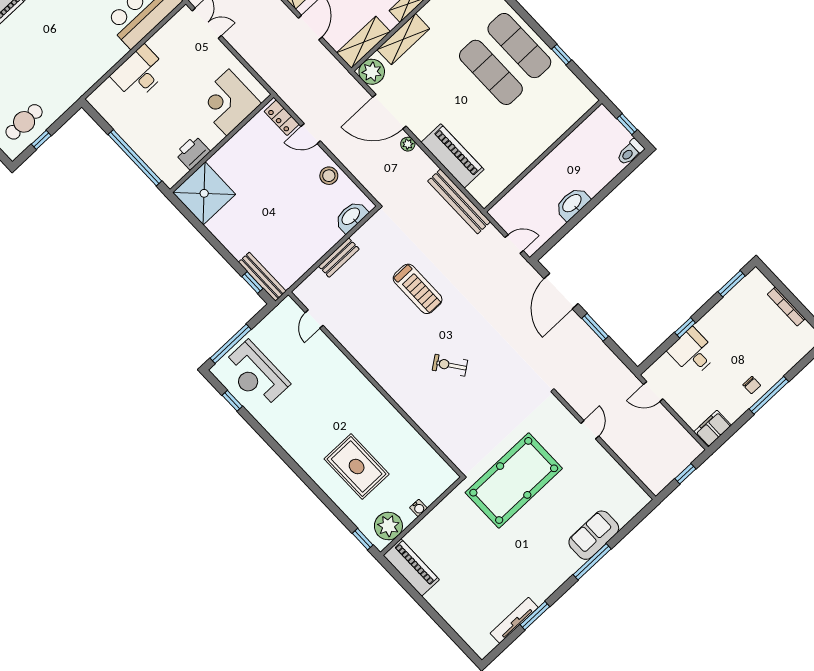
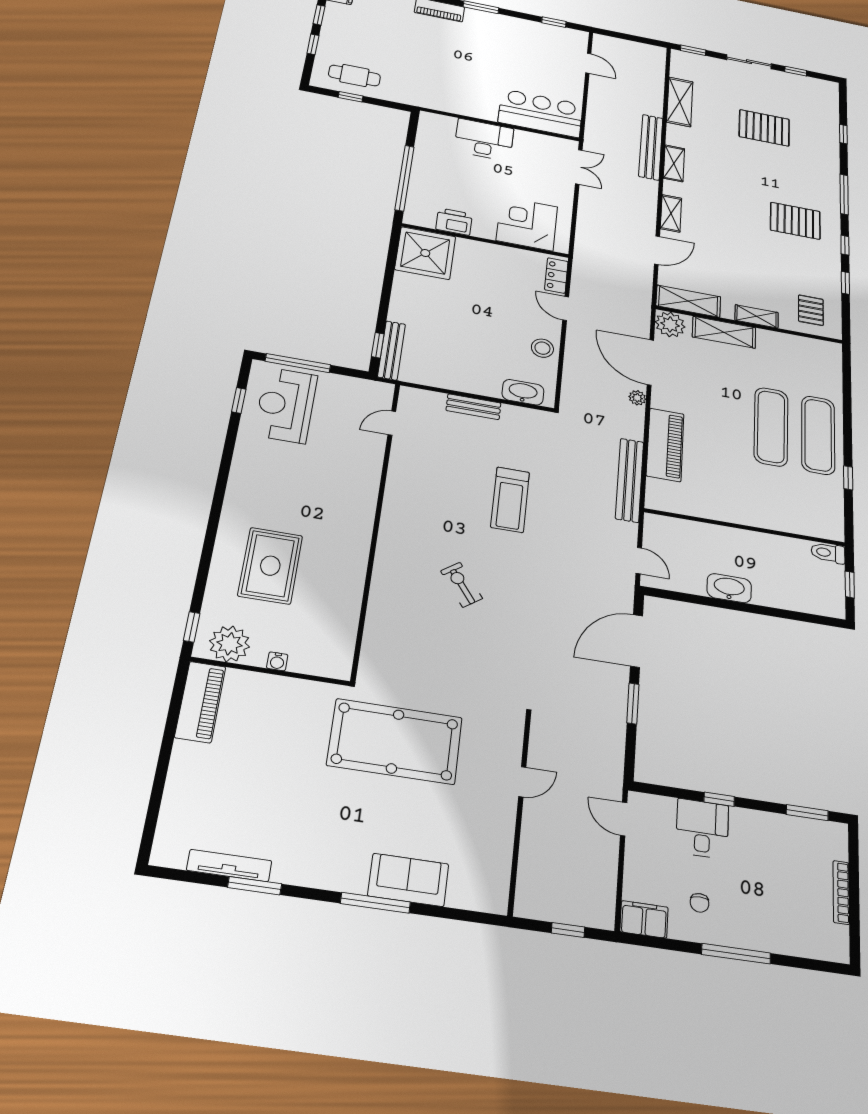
toilet: (630, 152) -> (828, 553), moved
chair: (752, 385) -> (699, 903), moved

